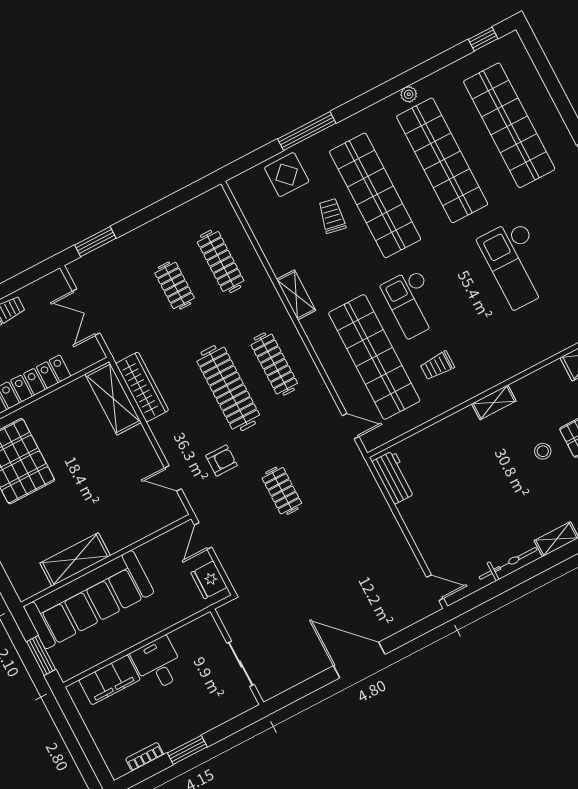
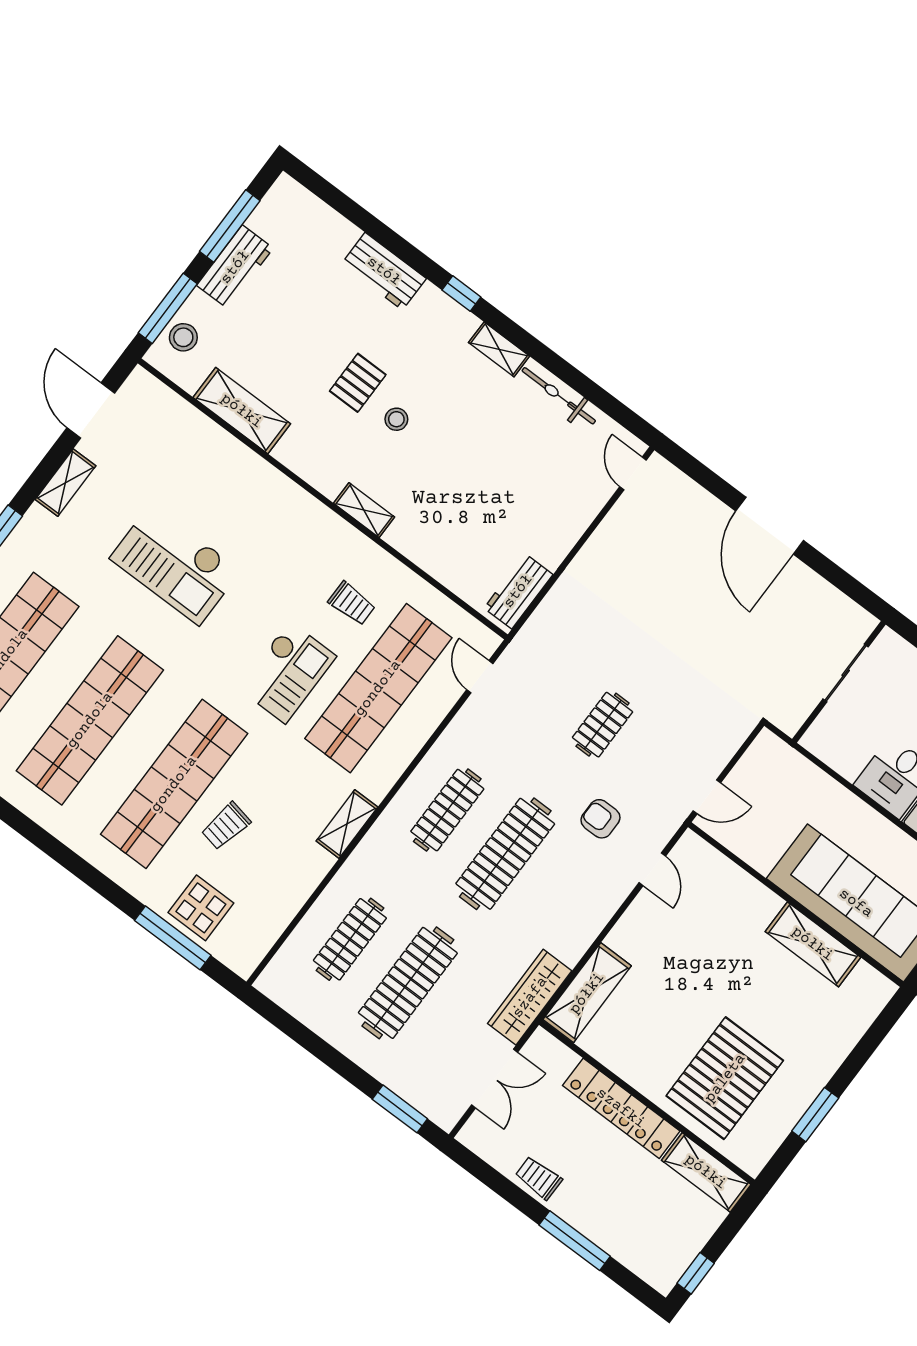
plant: (409, 94) -> (26, 802), removed
window: (307, 131) -> (173, 938), moved
checkout: (517, 264) -> (175, 564), turned 90
clothes rail: (175, 285) -> (408, 983), width x1.86, depth x1.31
wardrobe: (142, 387) -> (530, 997), moved
fridge: (209, 580) -> (759, 763), removed

